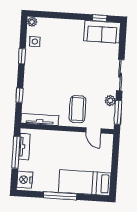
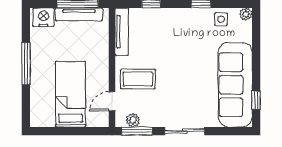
sofa: (102, 32) -> (235, 85), width x1.85, depth x1.27
plant: (110, 101) -> (133, 120), moved
tv unit: (24, 147) -> (79, 14), width x1.41
bed: (85, 183) -> (71, 94), moved

